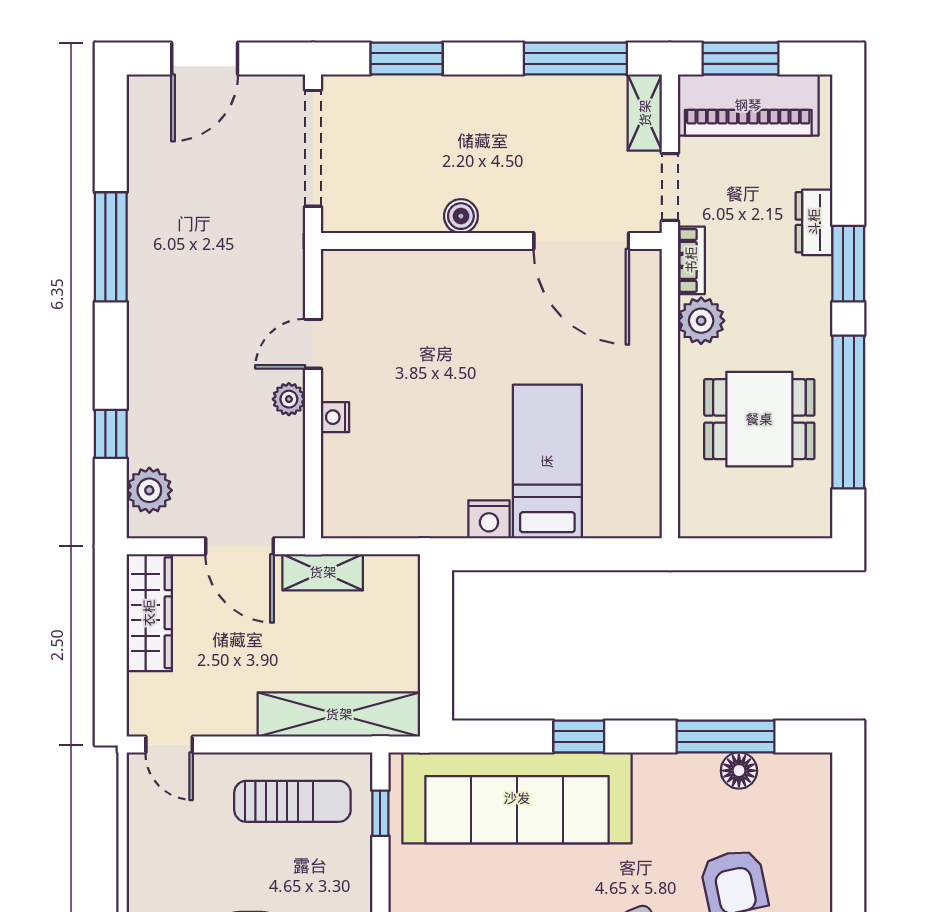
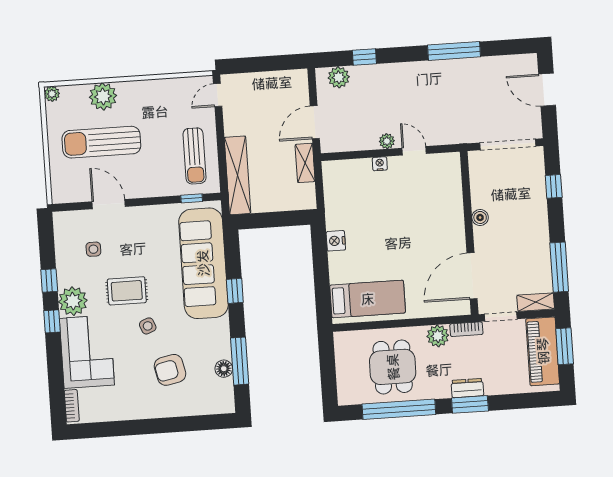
window: (407, 59) -> (554, 186), width x0.67
dresser: (814, 222) -> (467, 388), moved
bed: (547, 461) -> (368, 299), moved
wardrobe: (149, 613) -> (280, 81), removed

